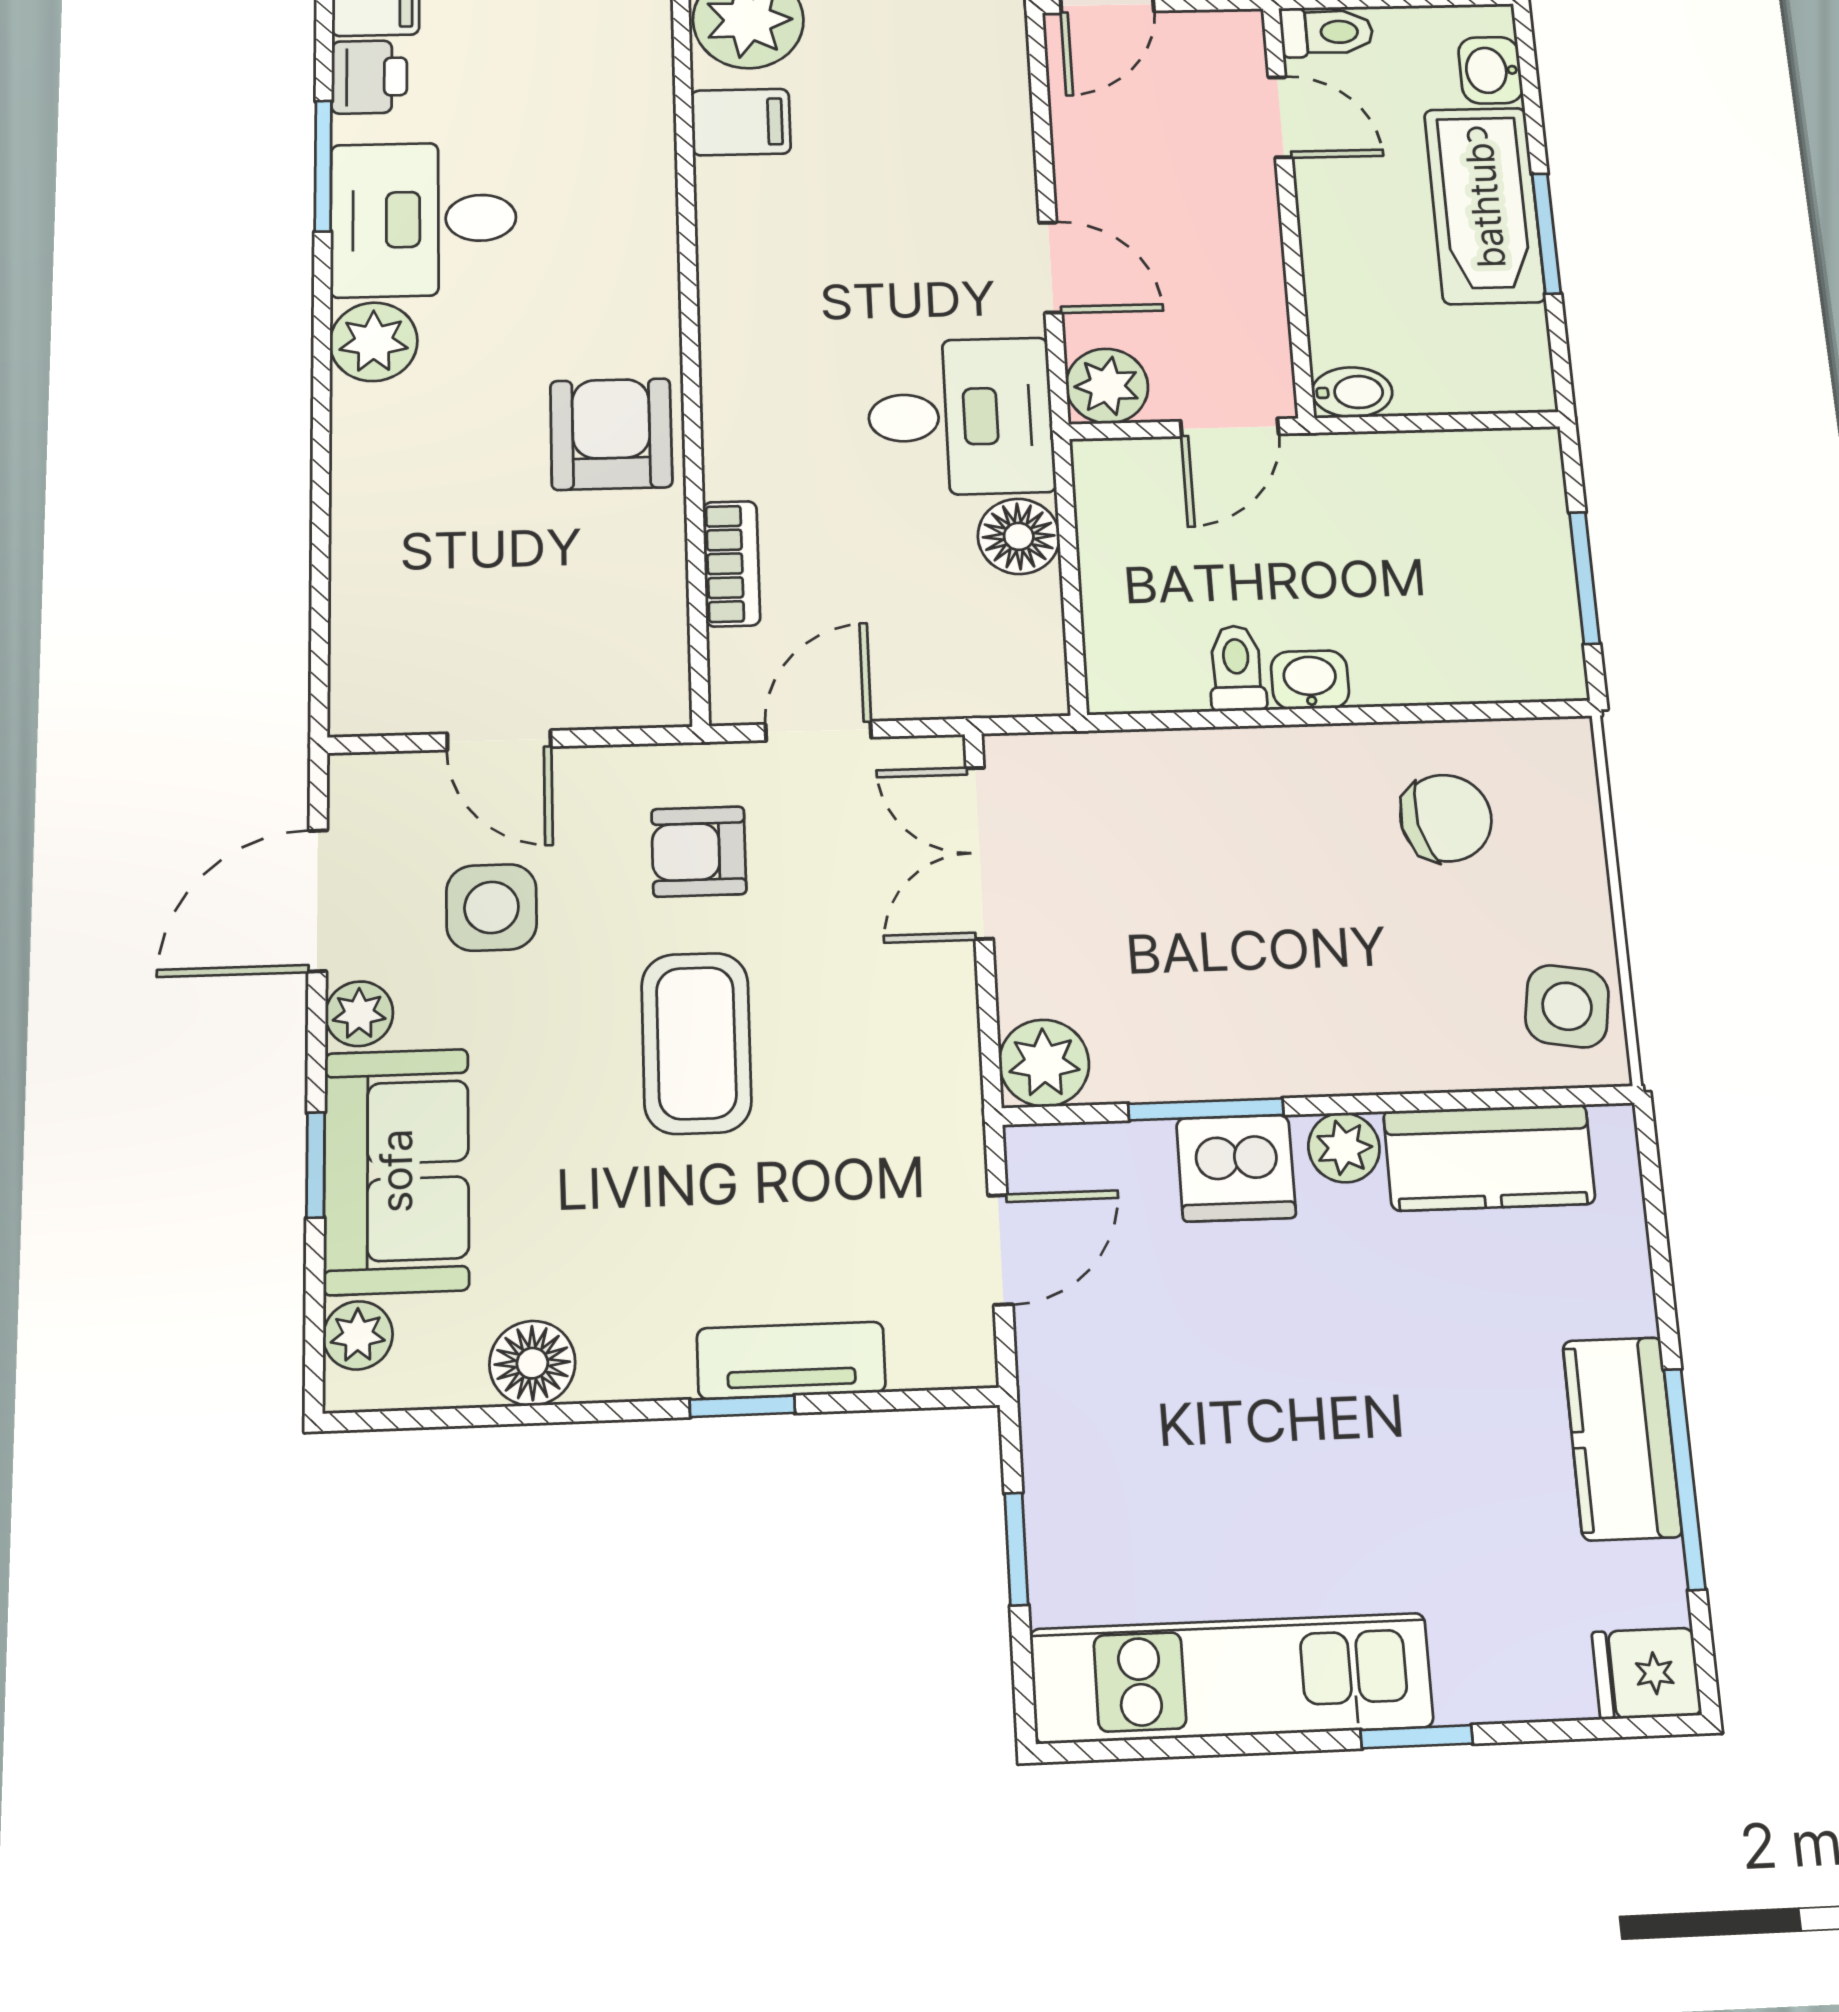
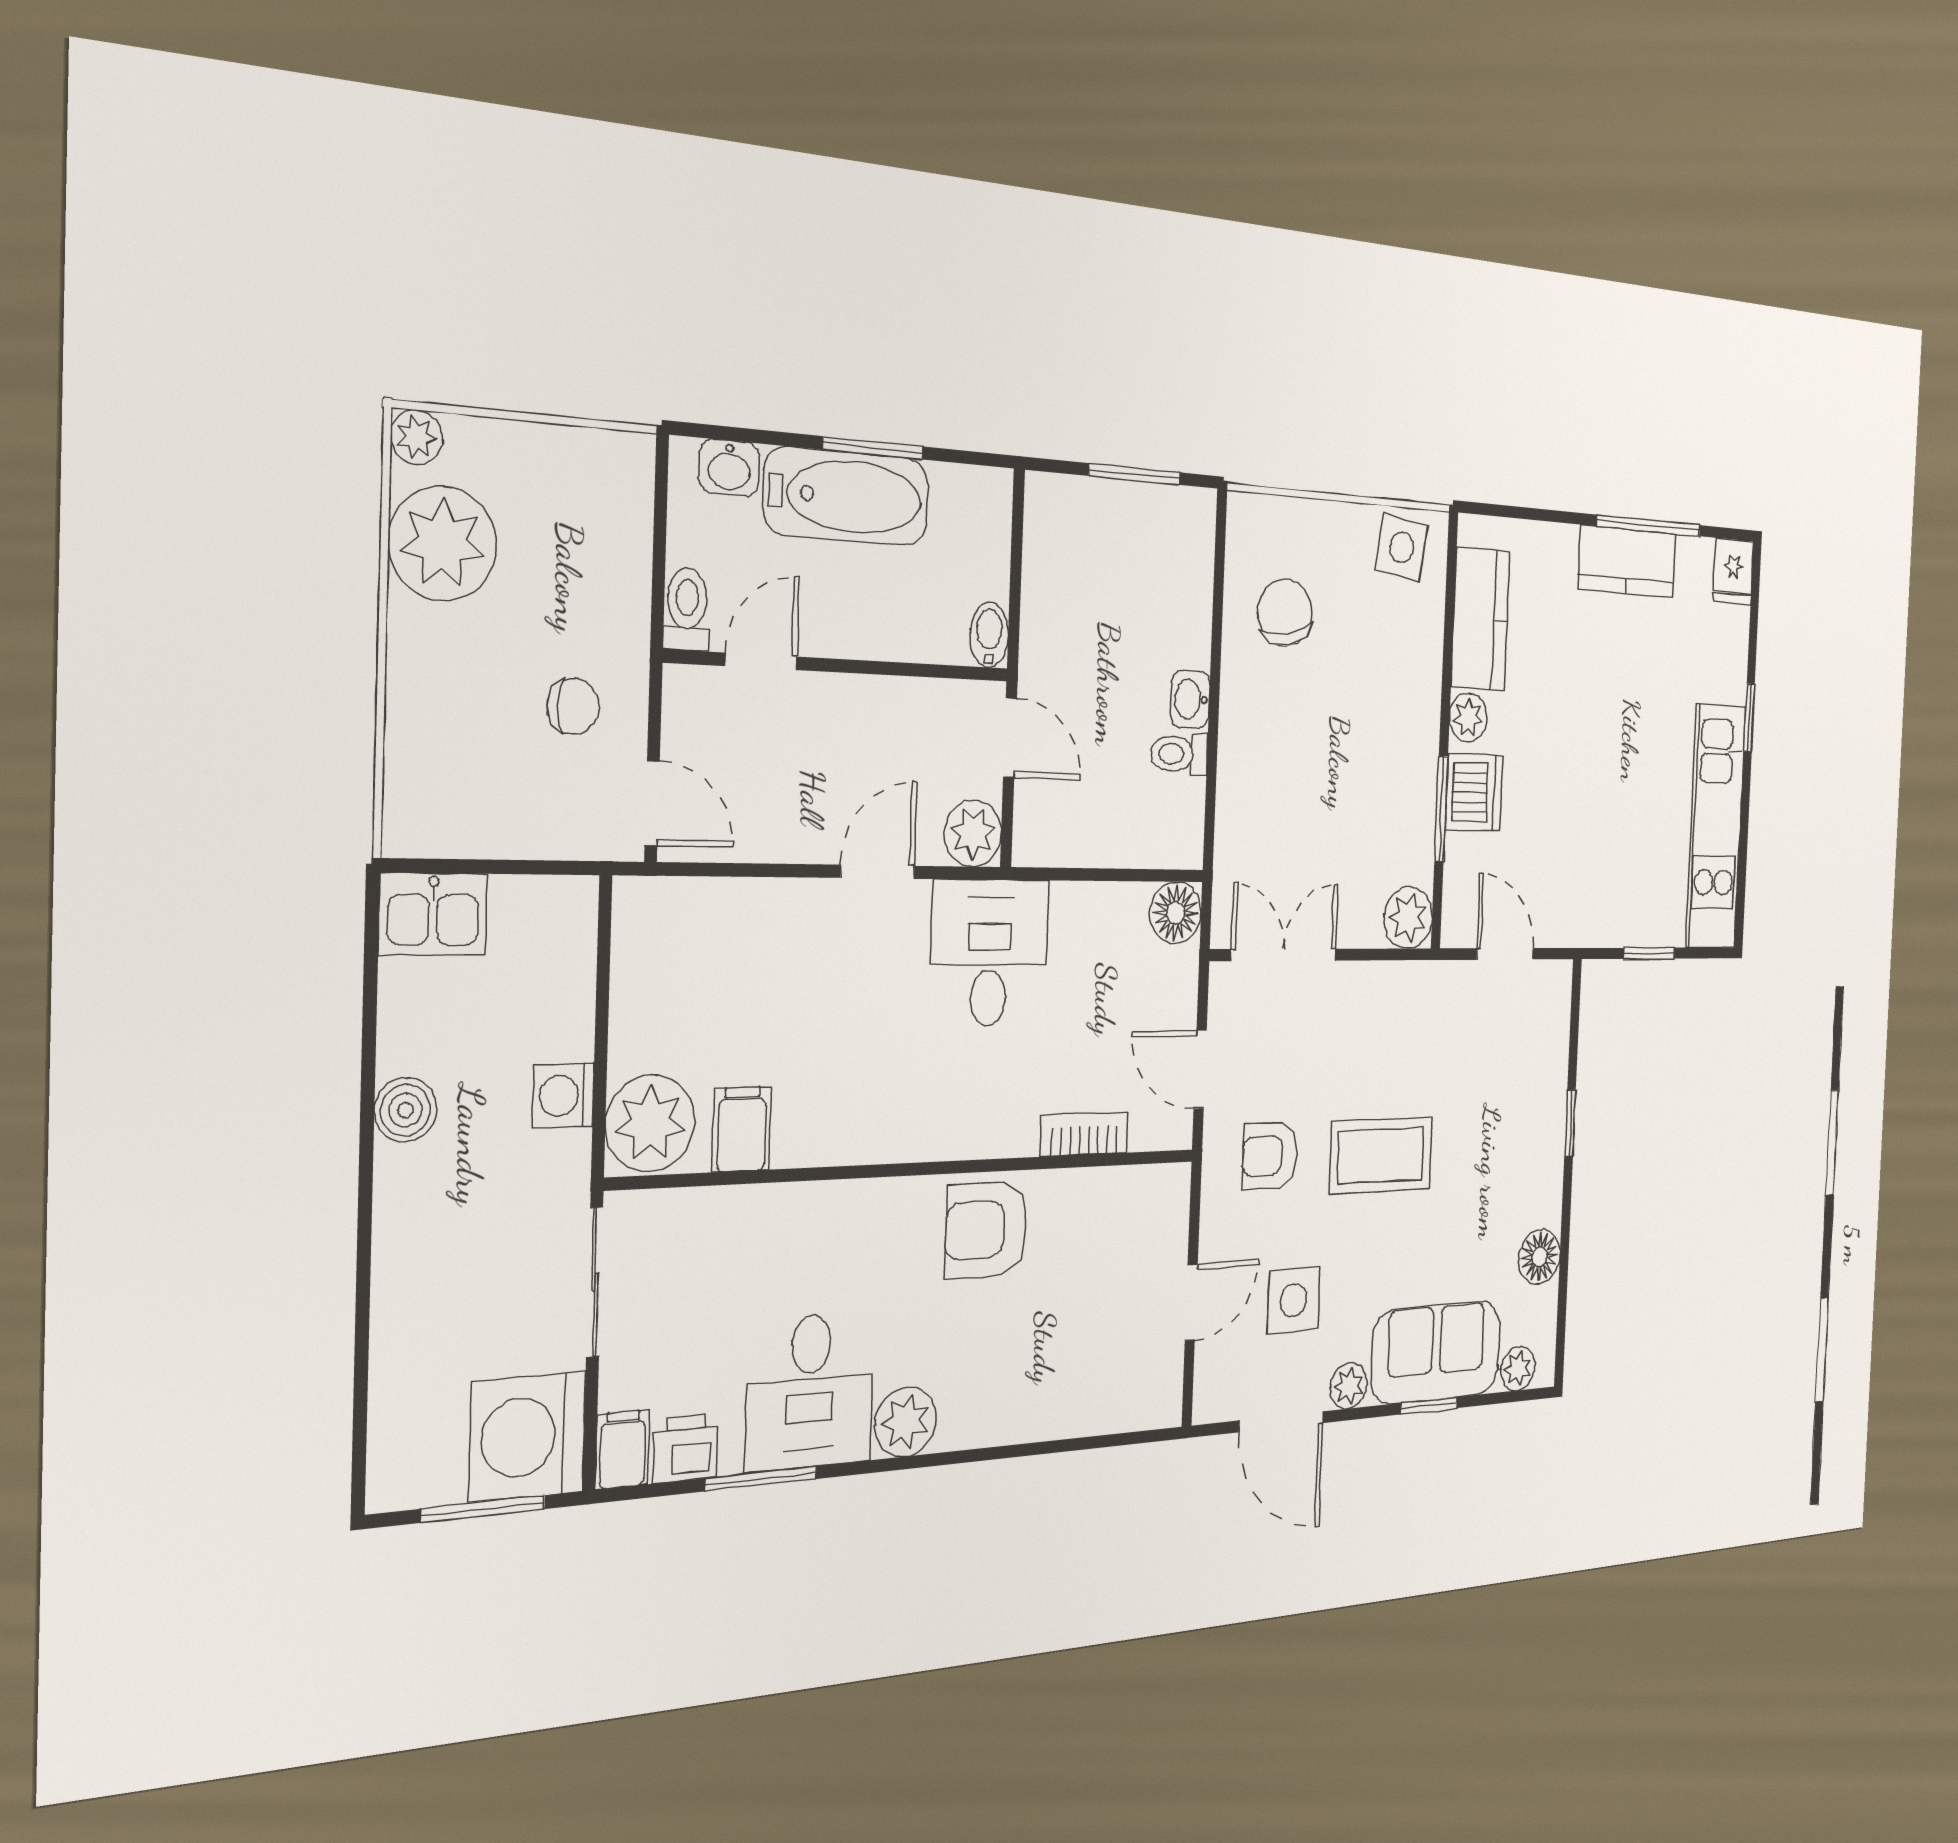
floor lamp: (1019, 536) -> (1176, 913), moved
armchair: (699, 852) -> (1270, 1156), turned 90
double door: (979, 853) -> (1284, 955), swing flipped
tv unit: (791, 1360) -> (1550, 1092), removed

